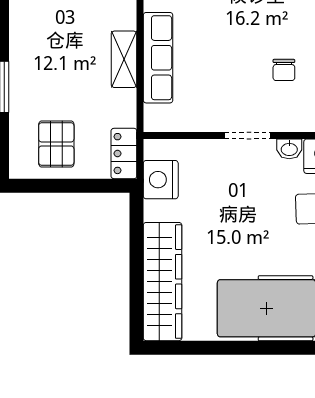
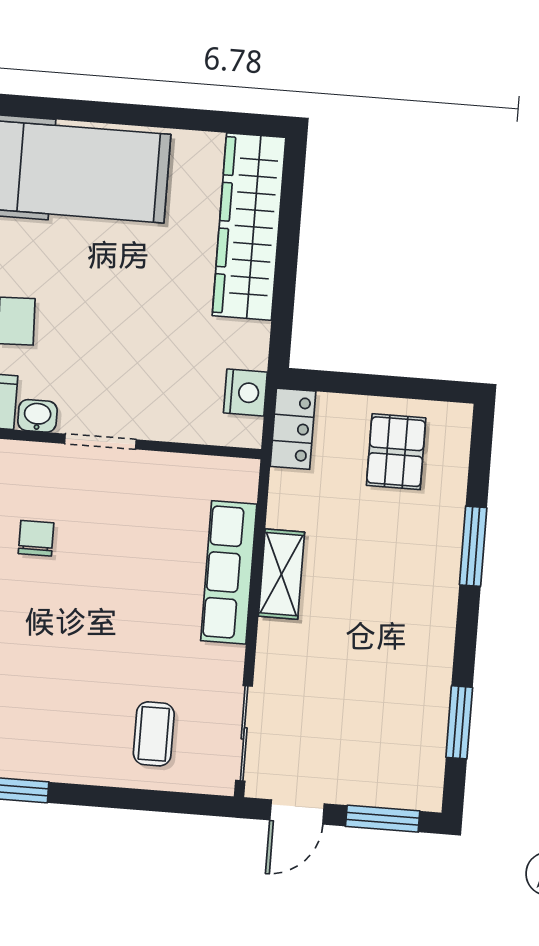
nightstand: (161, 180) -> (245, 392), width x0.74, depth x0.75

